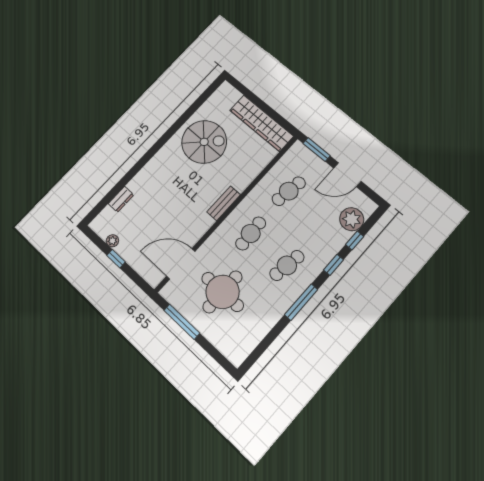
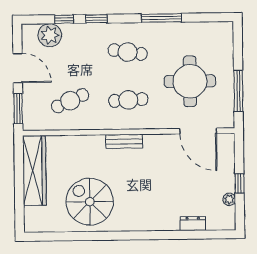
cafe table: (289, 191) -> (70, 101), turned -33
window: (301, 302) -> (161, 18), moved

